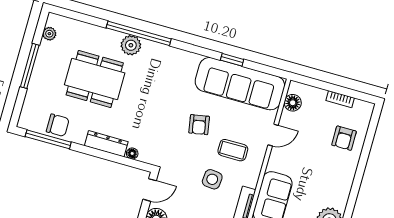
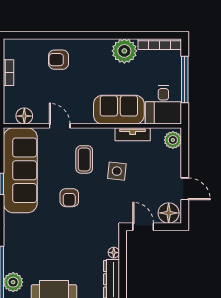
armchair: (199, 125) -> (69, 198), turned 100
armchair: (344, 138) -> (59, 60), moved, turned 180

